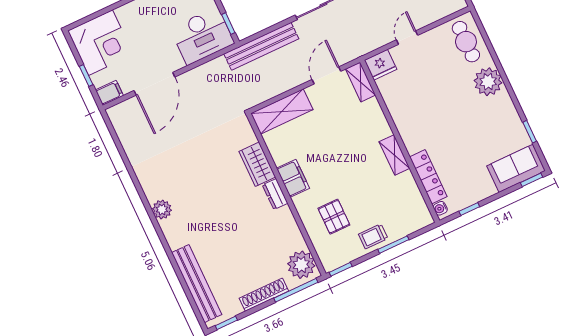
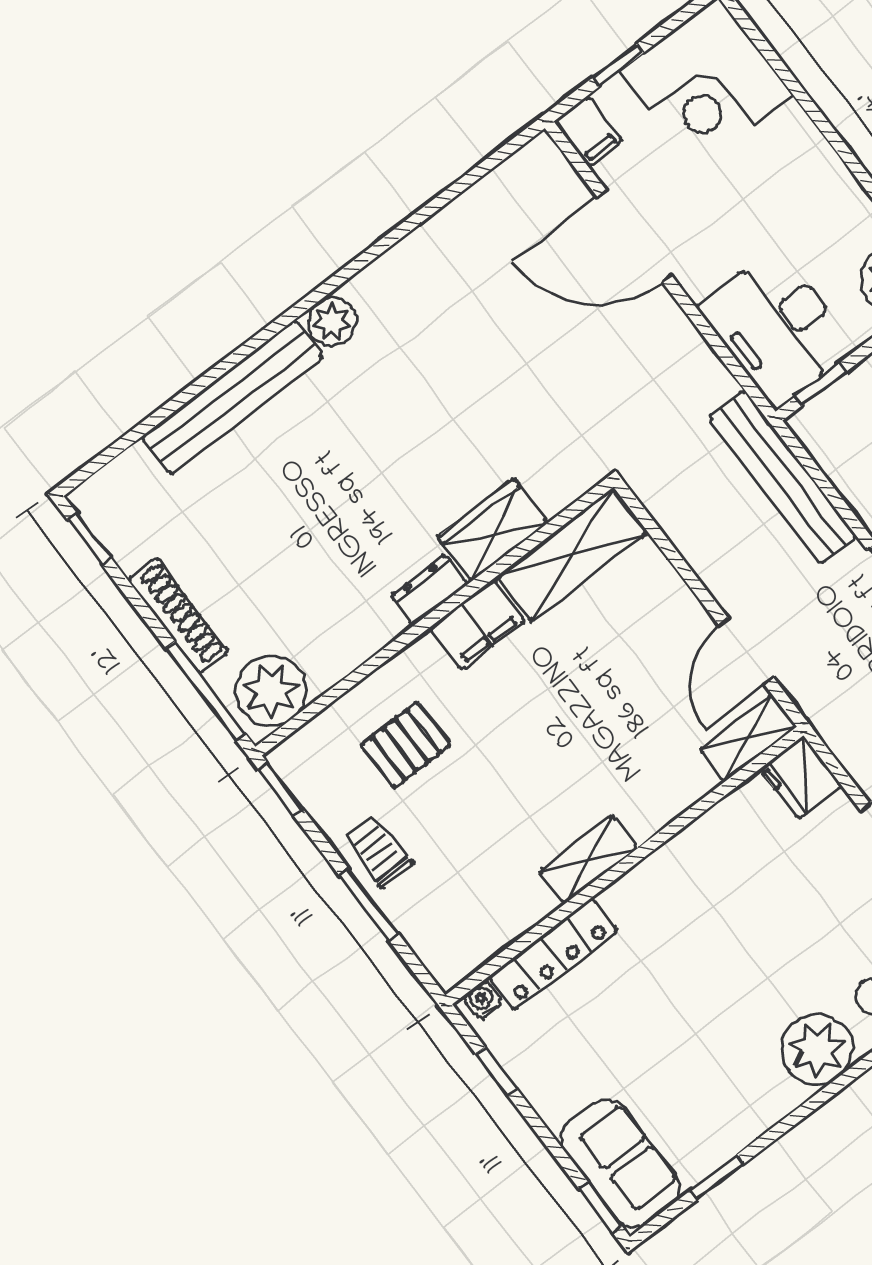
door: (326, 75) -> (746, 651), swing flipped
shelving: (282, 112) -> (571, 555), moved, turned 90
bench: (197, 284) -> (233, 397), moved

